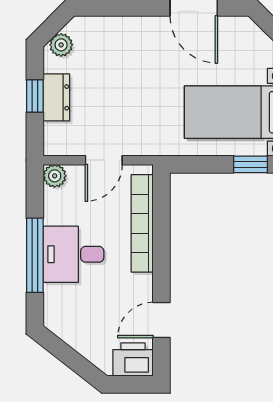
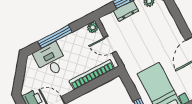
desk: (73, 254) -> (51, 60), moved

